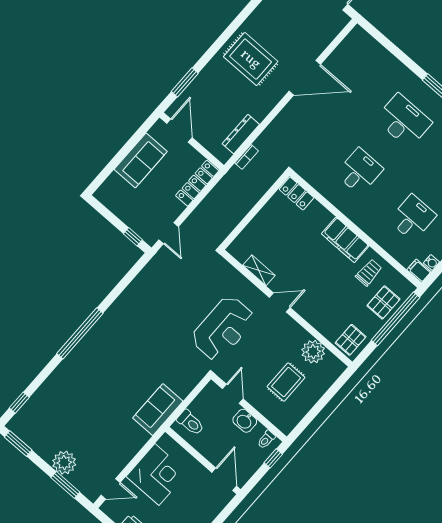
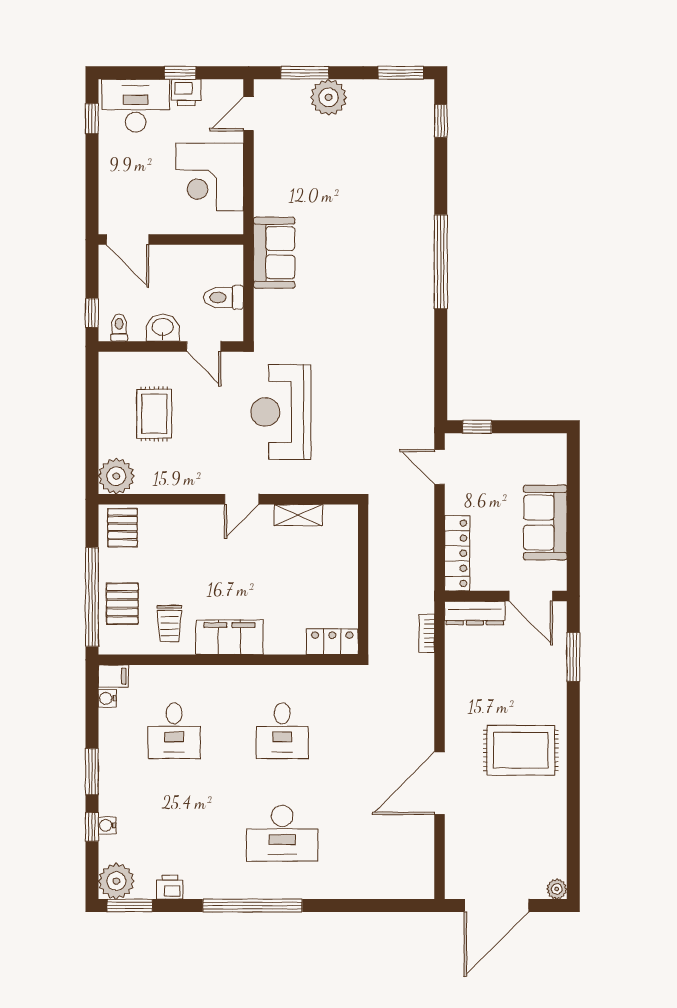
dresser: (241, 134) -> (475, 613), moved, turned 90
plant: (313, 352) -> (116, 476), moved
toilet: (190, 423) -> (223, 297), moved

